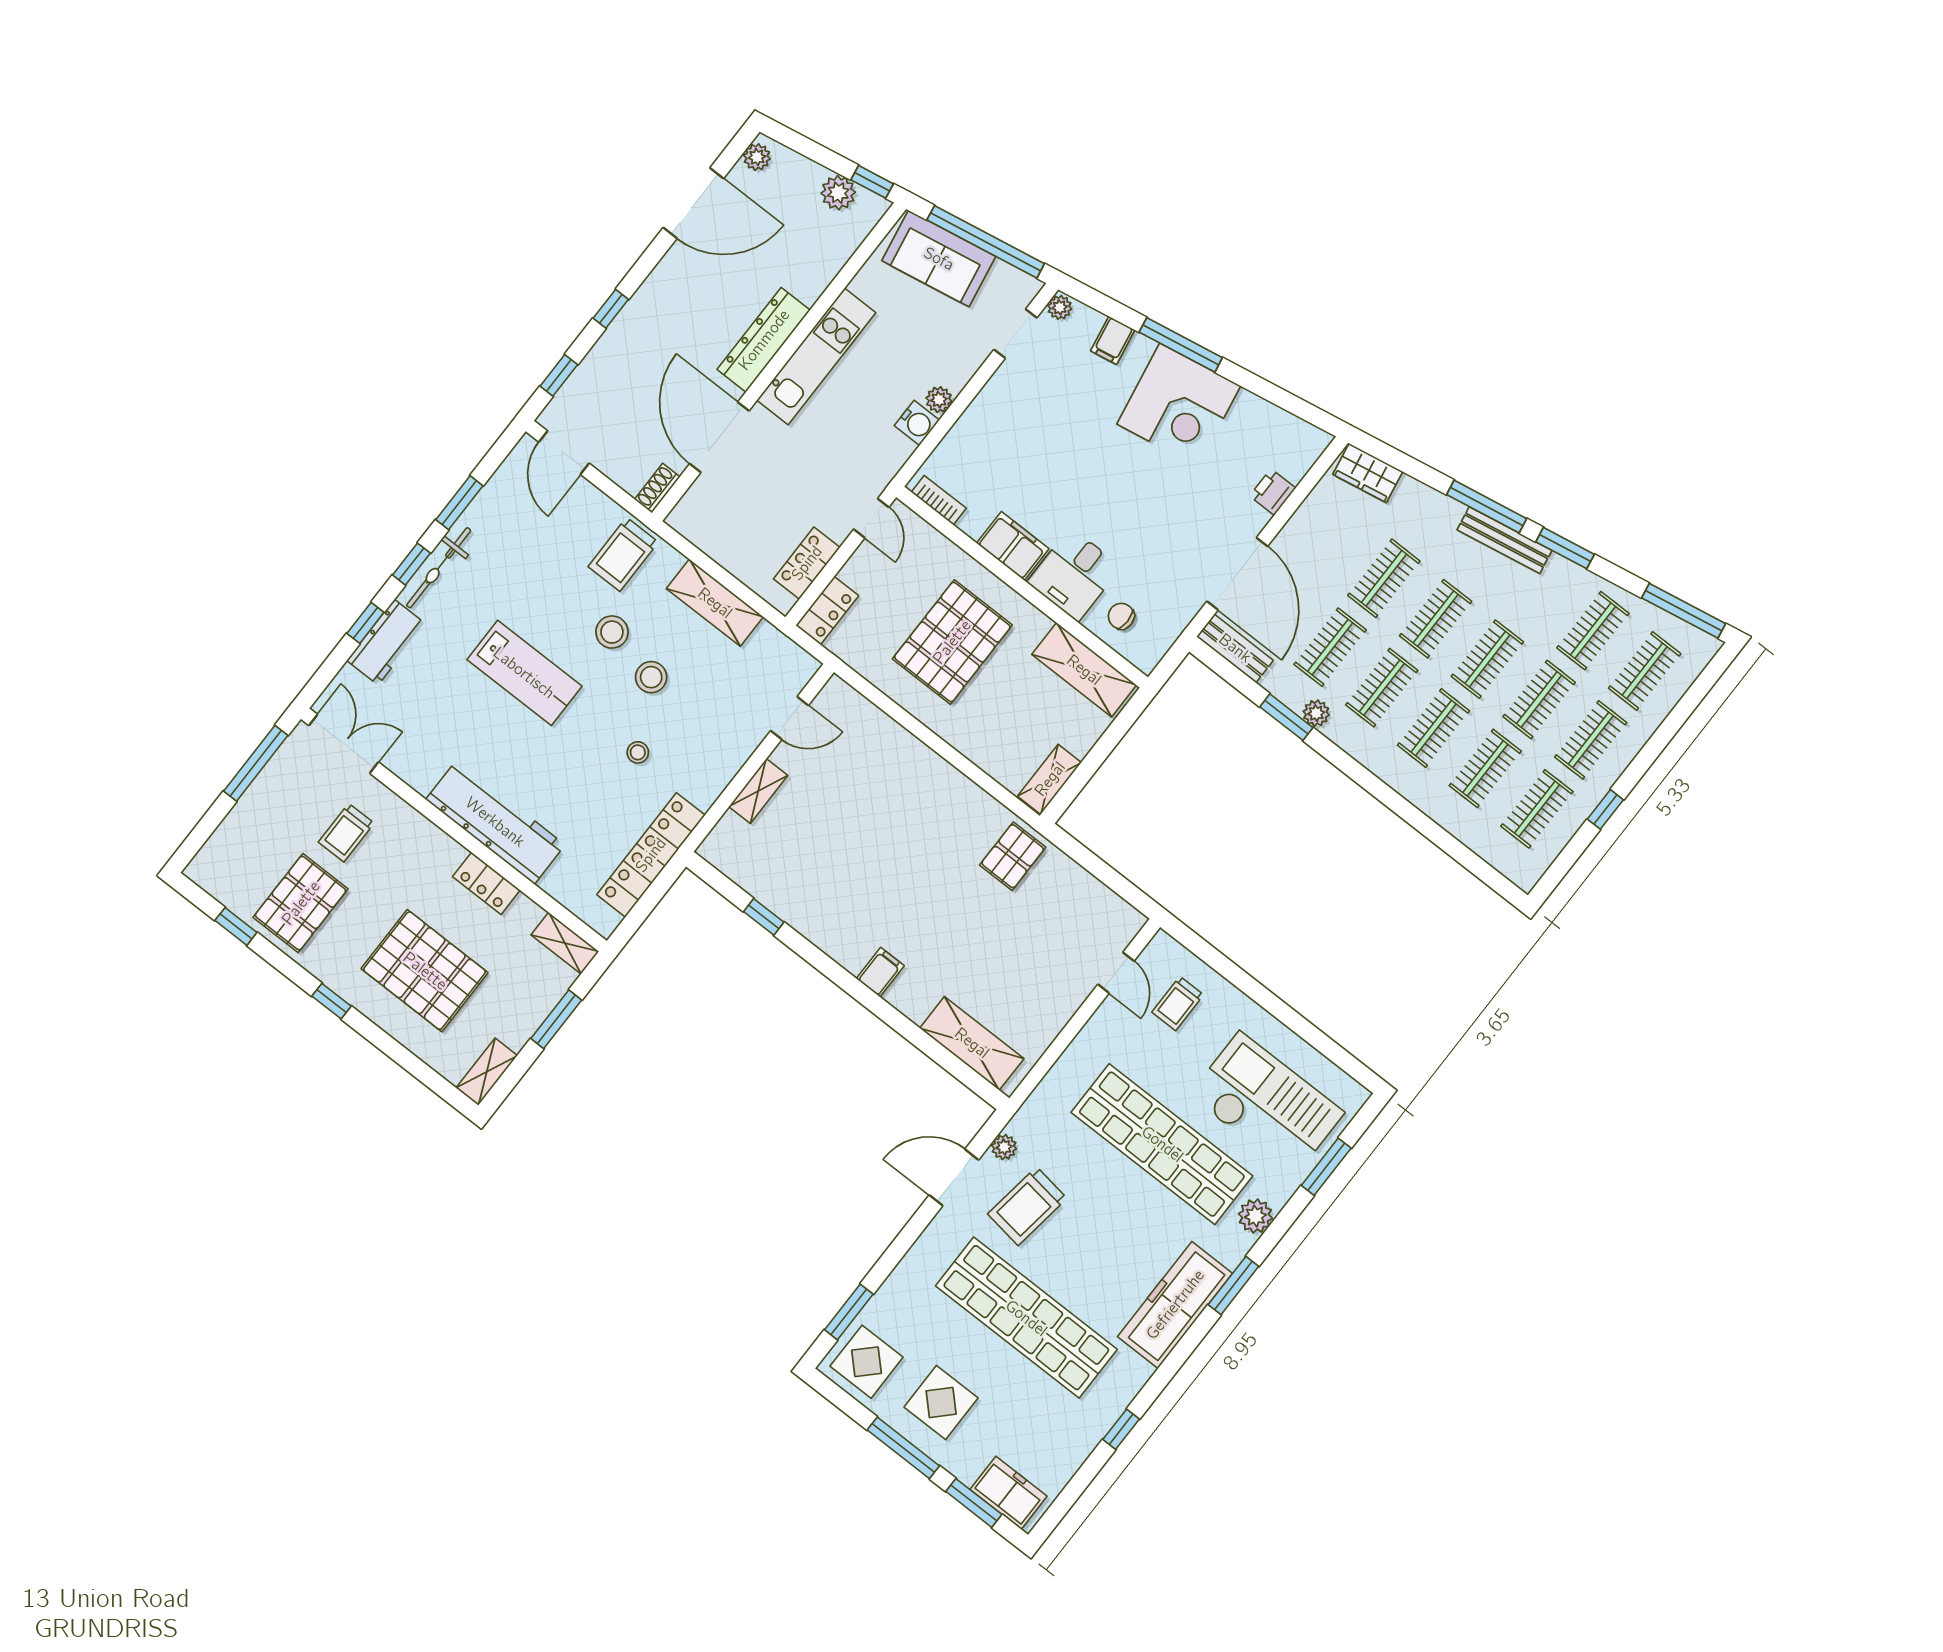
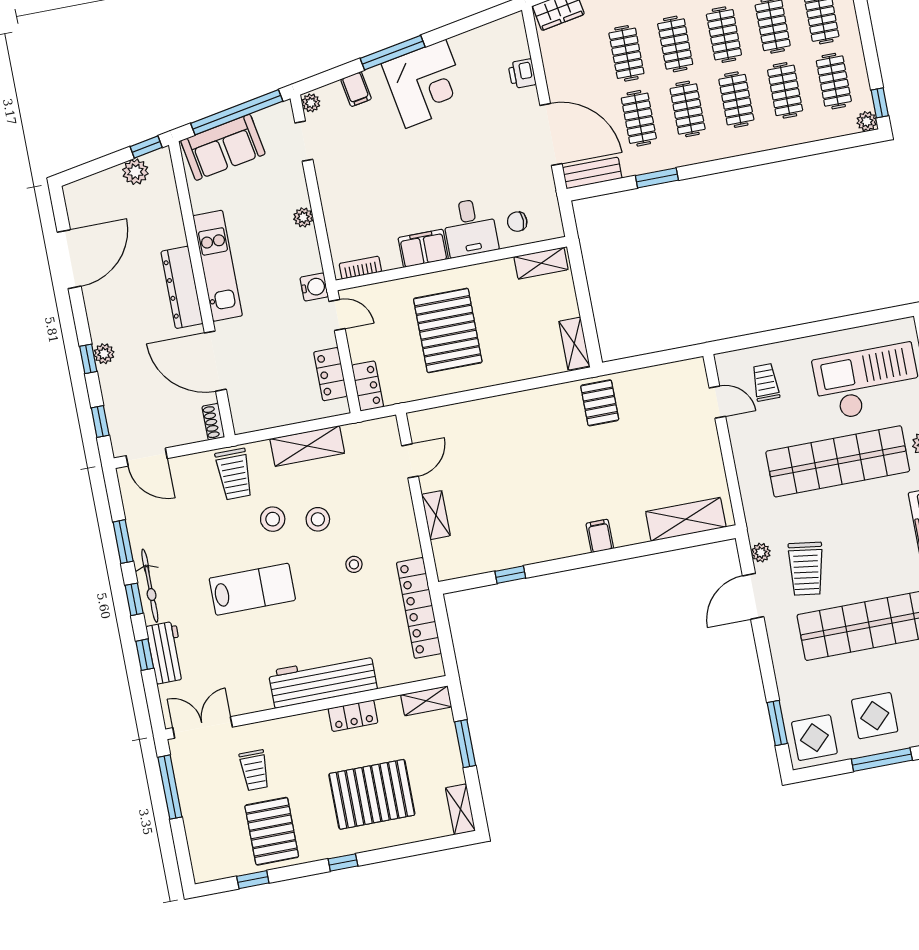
plant: (757, 157) -> (104, 354), moved
water cooler: (917, 423) -> (314, 287), moved
shelving: (1084, 670) -> (541, 263), width x0.67, depth x0.75
plant: (1316, 713) -> (867, 121), moved
window: (1605, 809) -> (880, 103), moved
trolley: (1178, 1004) -> (766, 382), turned 180

